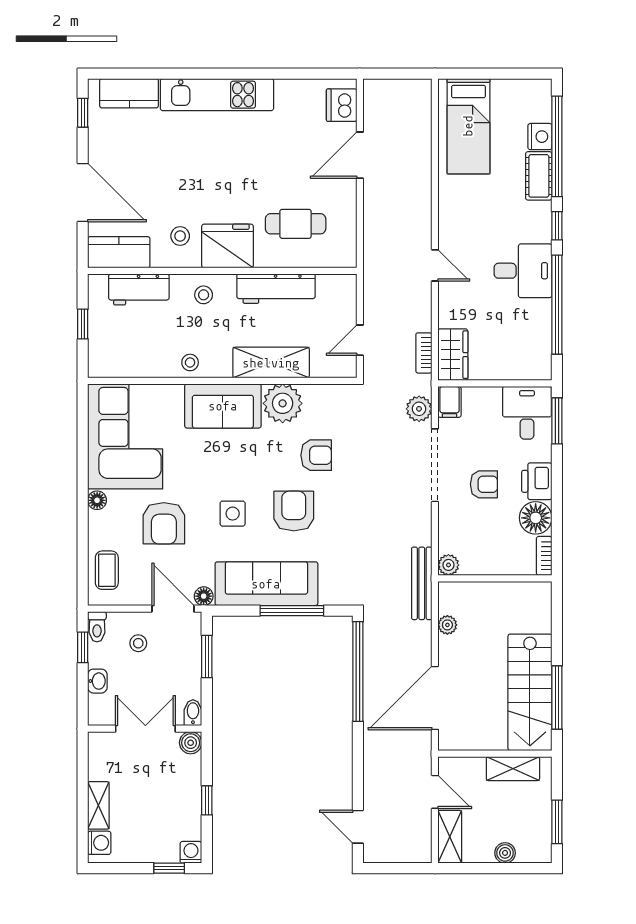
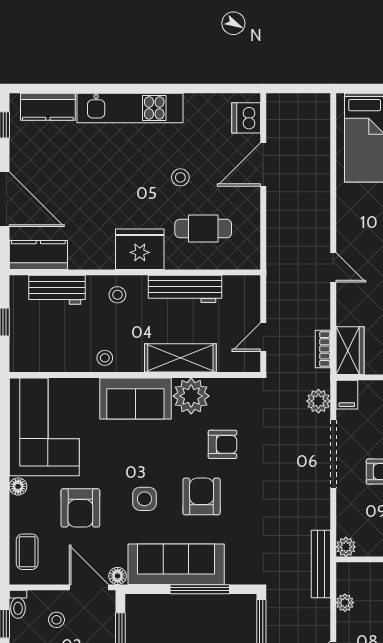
stool: (180, 236) -> (180, 177), moved

